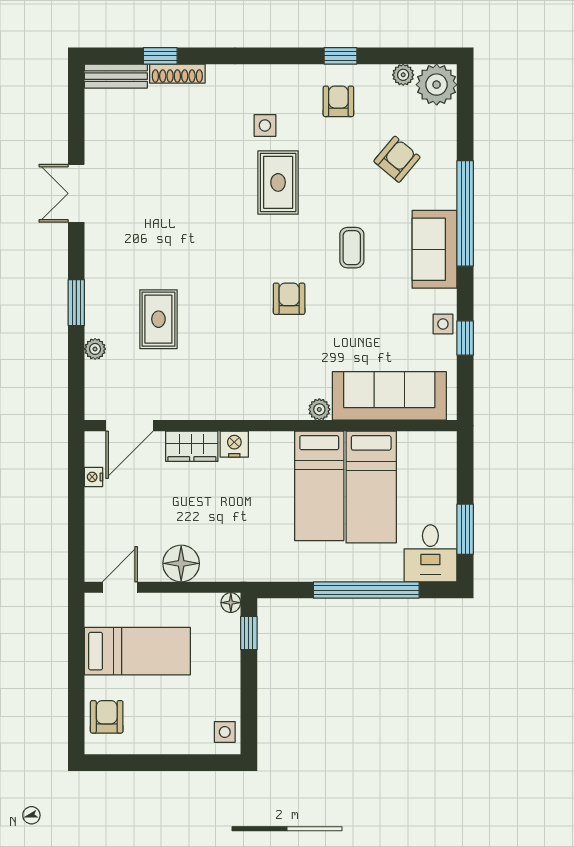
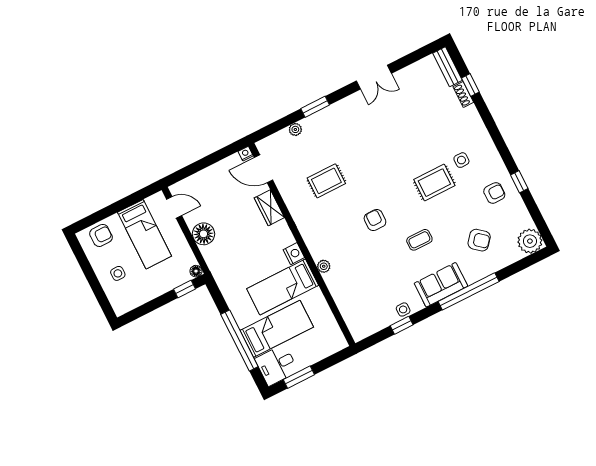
shoe rack: (177, 74) -> (463, 94), width x0.70
plant: (403, 75) -> (526, 221), removed
double door: (76, 193) -> (374, 77), swing flipped
armchair: (289, 299) -> (375, 220), turned -90
rug: (158, 319) -> (326, 181), moved
sofa: (389, 396) -> (350, 300), removed
nightstand: (234, 444) -> (294, 254), moved
nightstand: (94, 477) -> (246, 154), moved
bed: (371, 487) -> (277, 329), moved, turned 180
side table: (225, 732) -> (118, 273), moved

